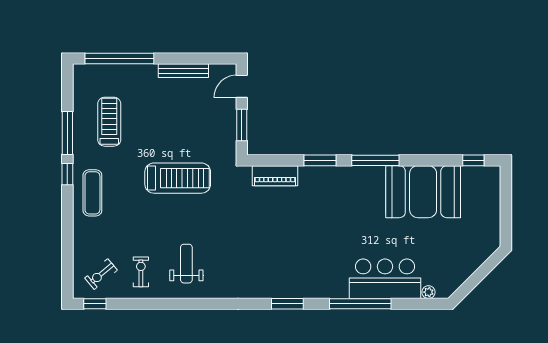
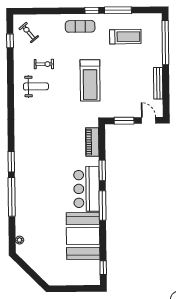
exercise bike: (141, 272) -> (44, 64), moved
bar counter: (385, 279) -> (87, 189), moved, turned 180
window: (95, 304) -> (10, 41), moved
window: (287, 304) -> (11, 162), moved

